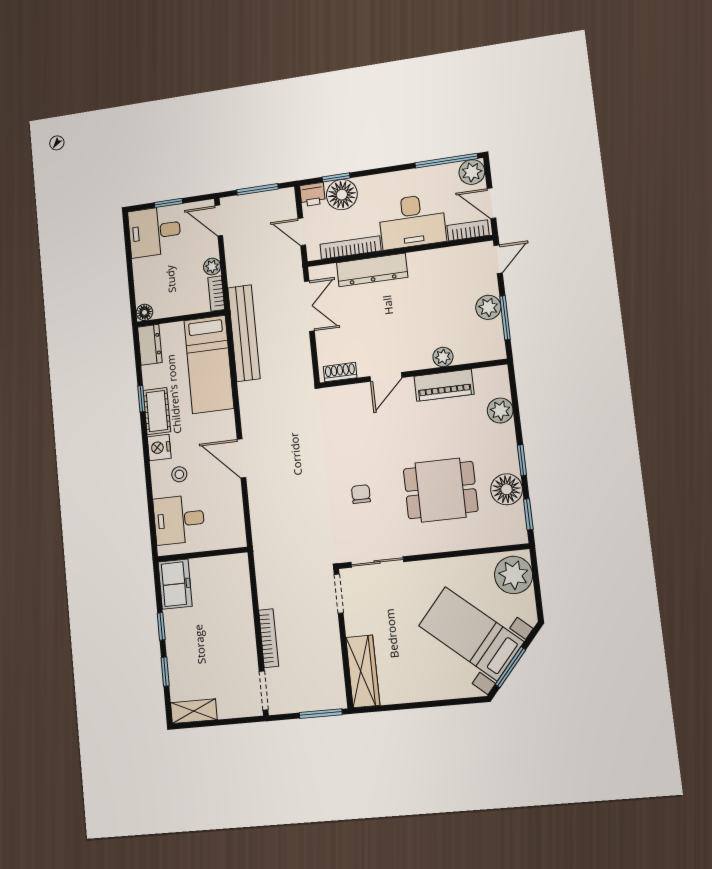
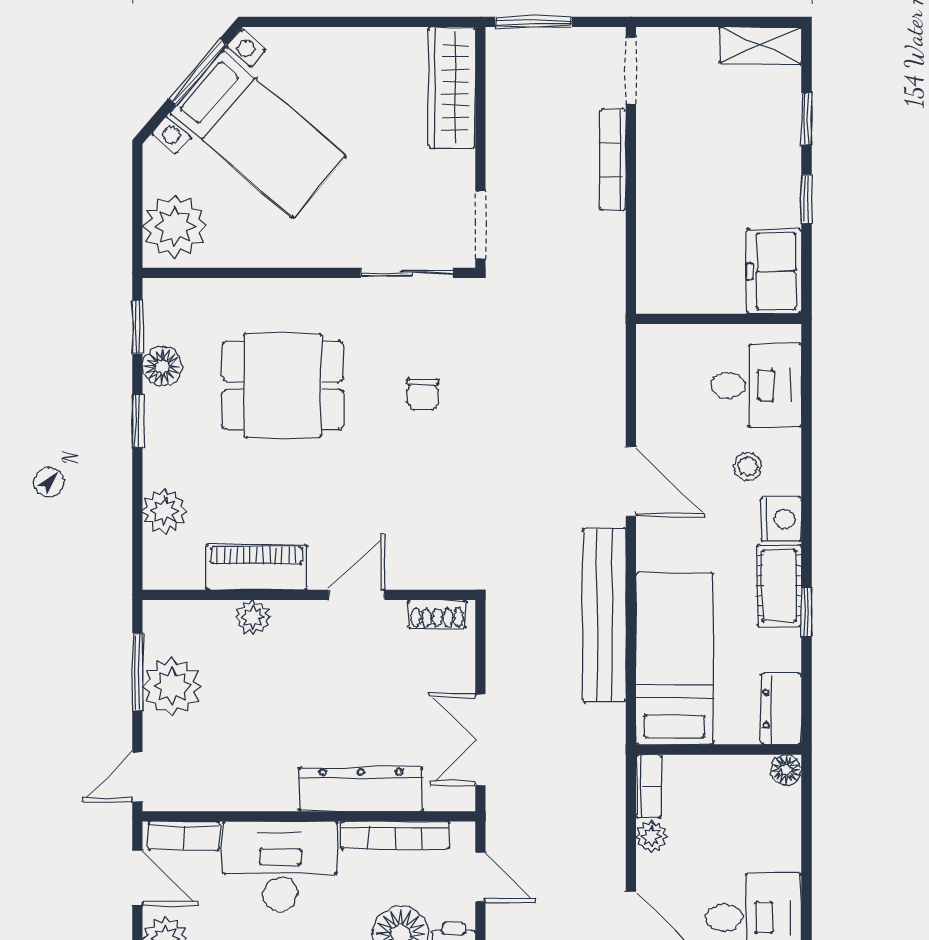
plant: (488, 307) -> (172, 686), width x1.36, depth x1.36
bench: (244, 333) -> (604, 615), moved
floor lamp: (506, 489) -> (162, 366), width x0.73, depth x0.73

